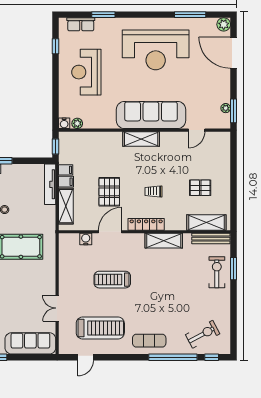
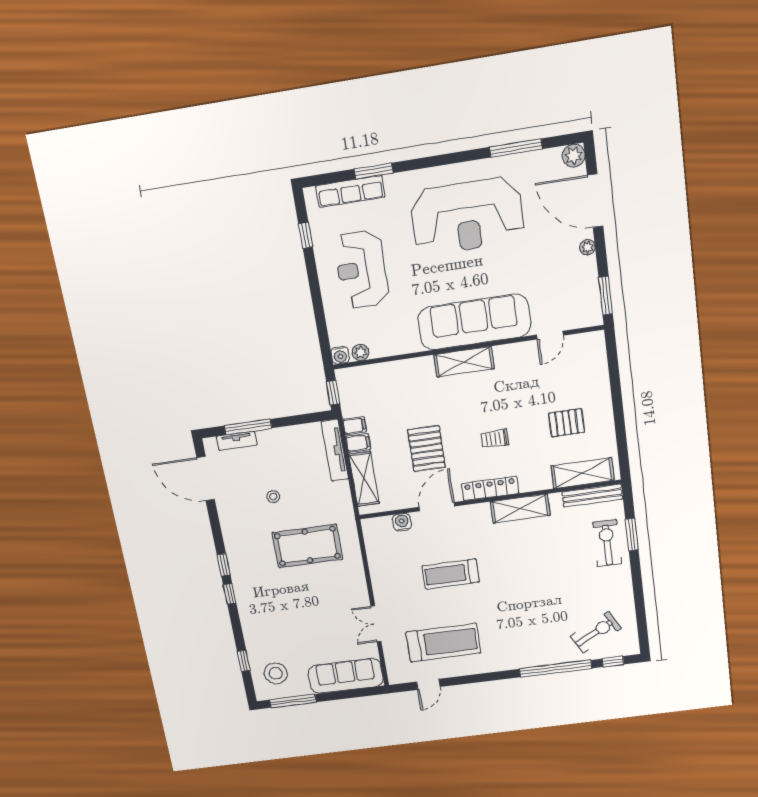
row of seats: (81, 24) -> (350, 191), width x1.48
plant: (226, 108) -> (587, 247), moved
exercise mat: (149, 341) -> (518, 651), removed

